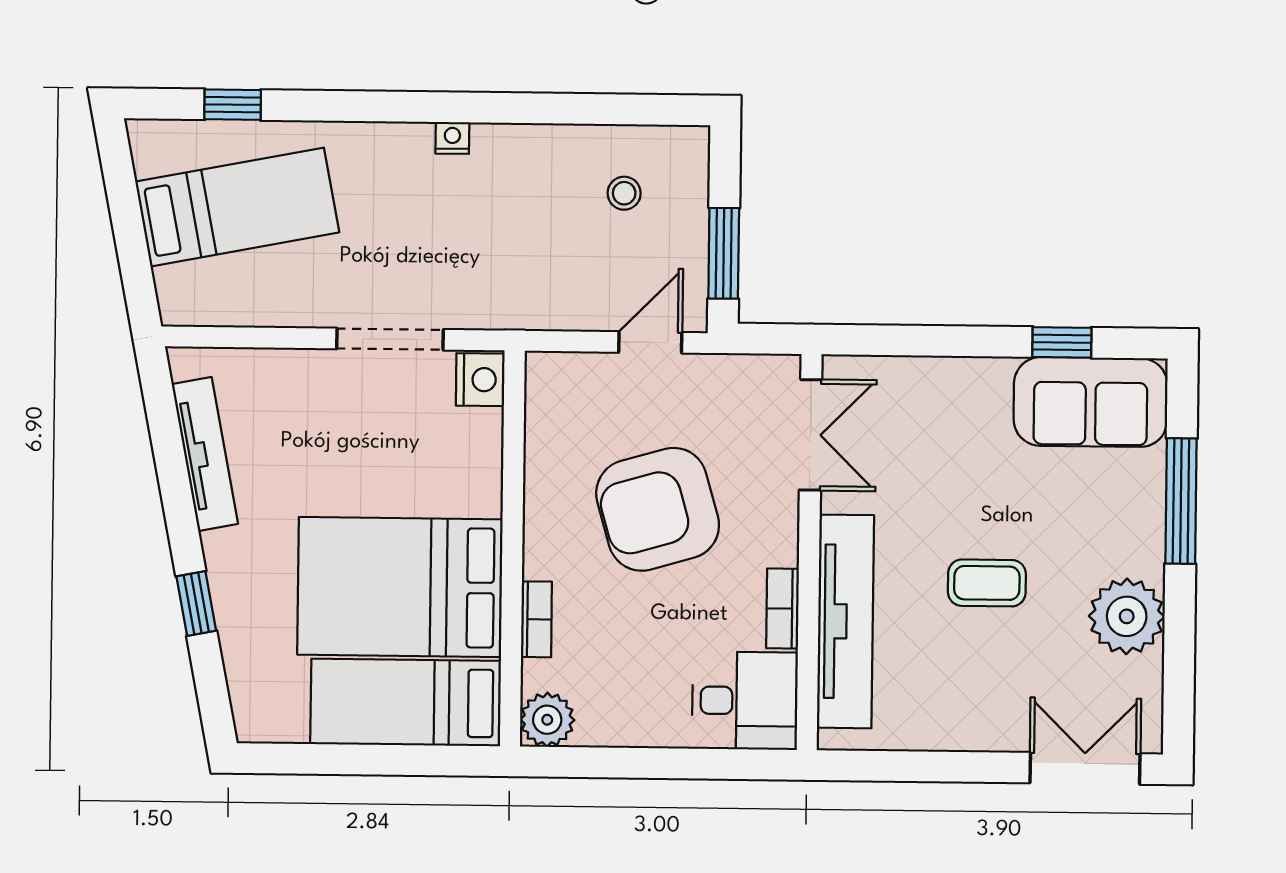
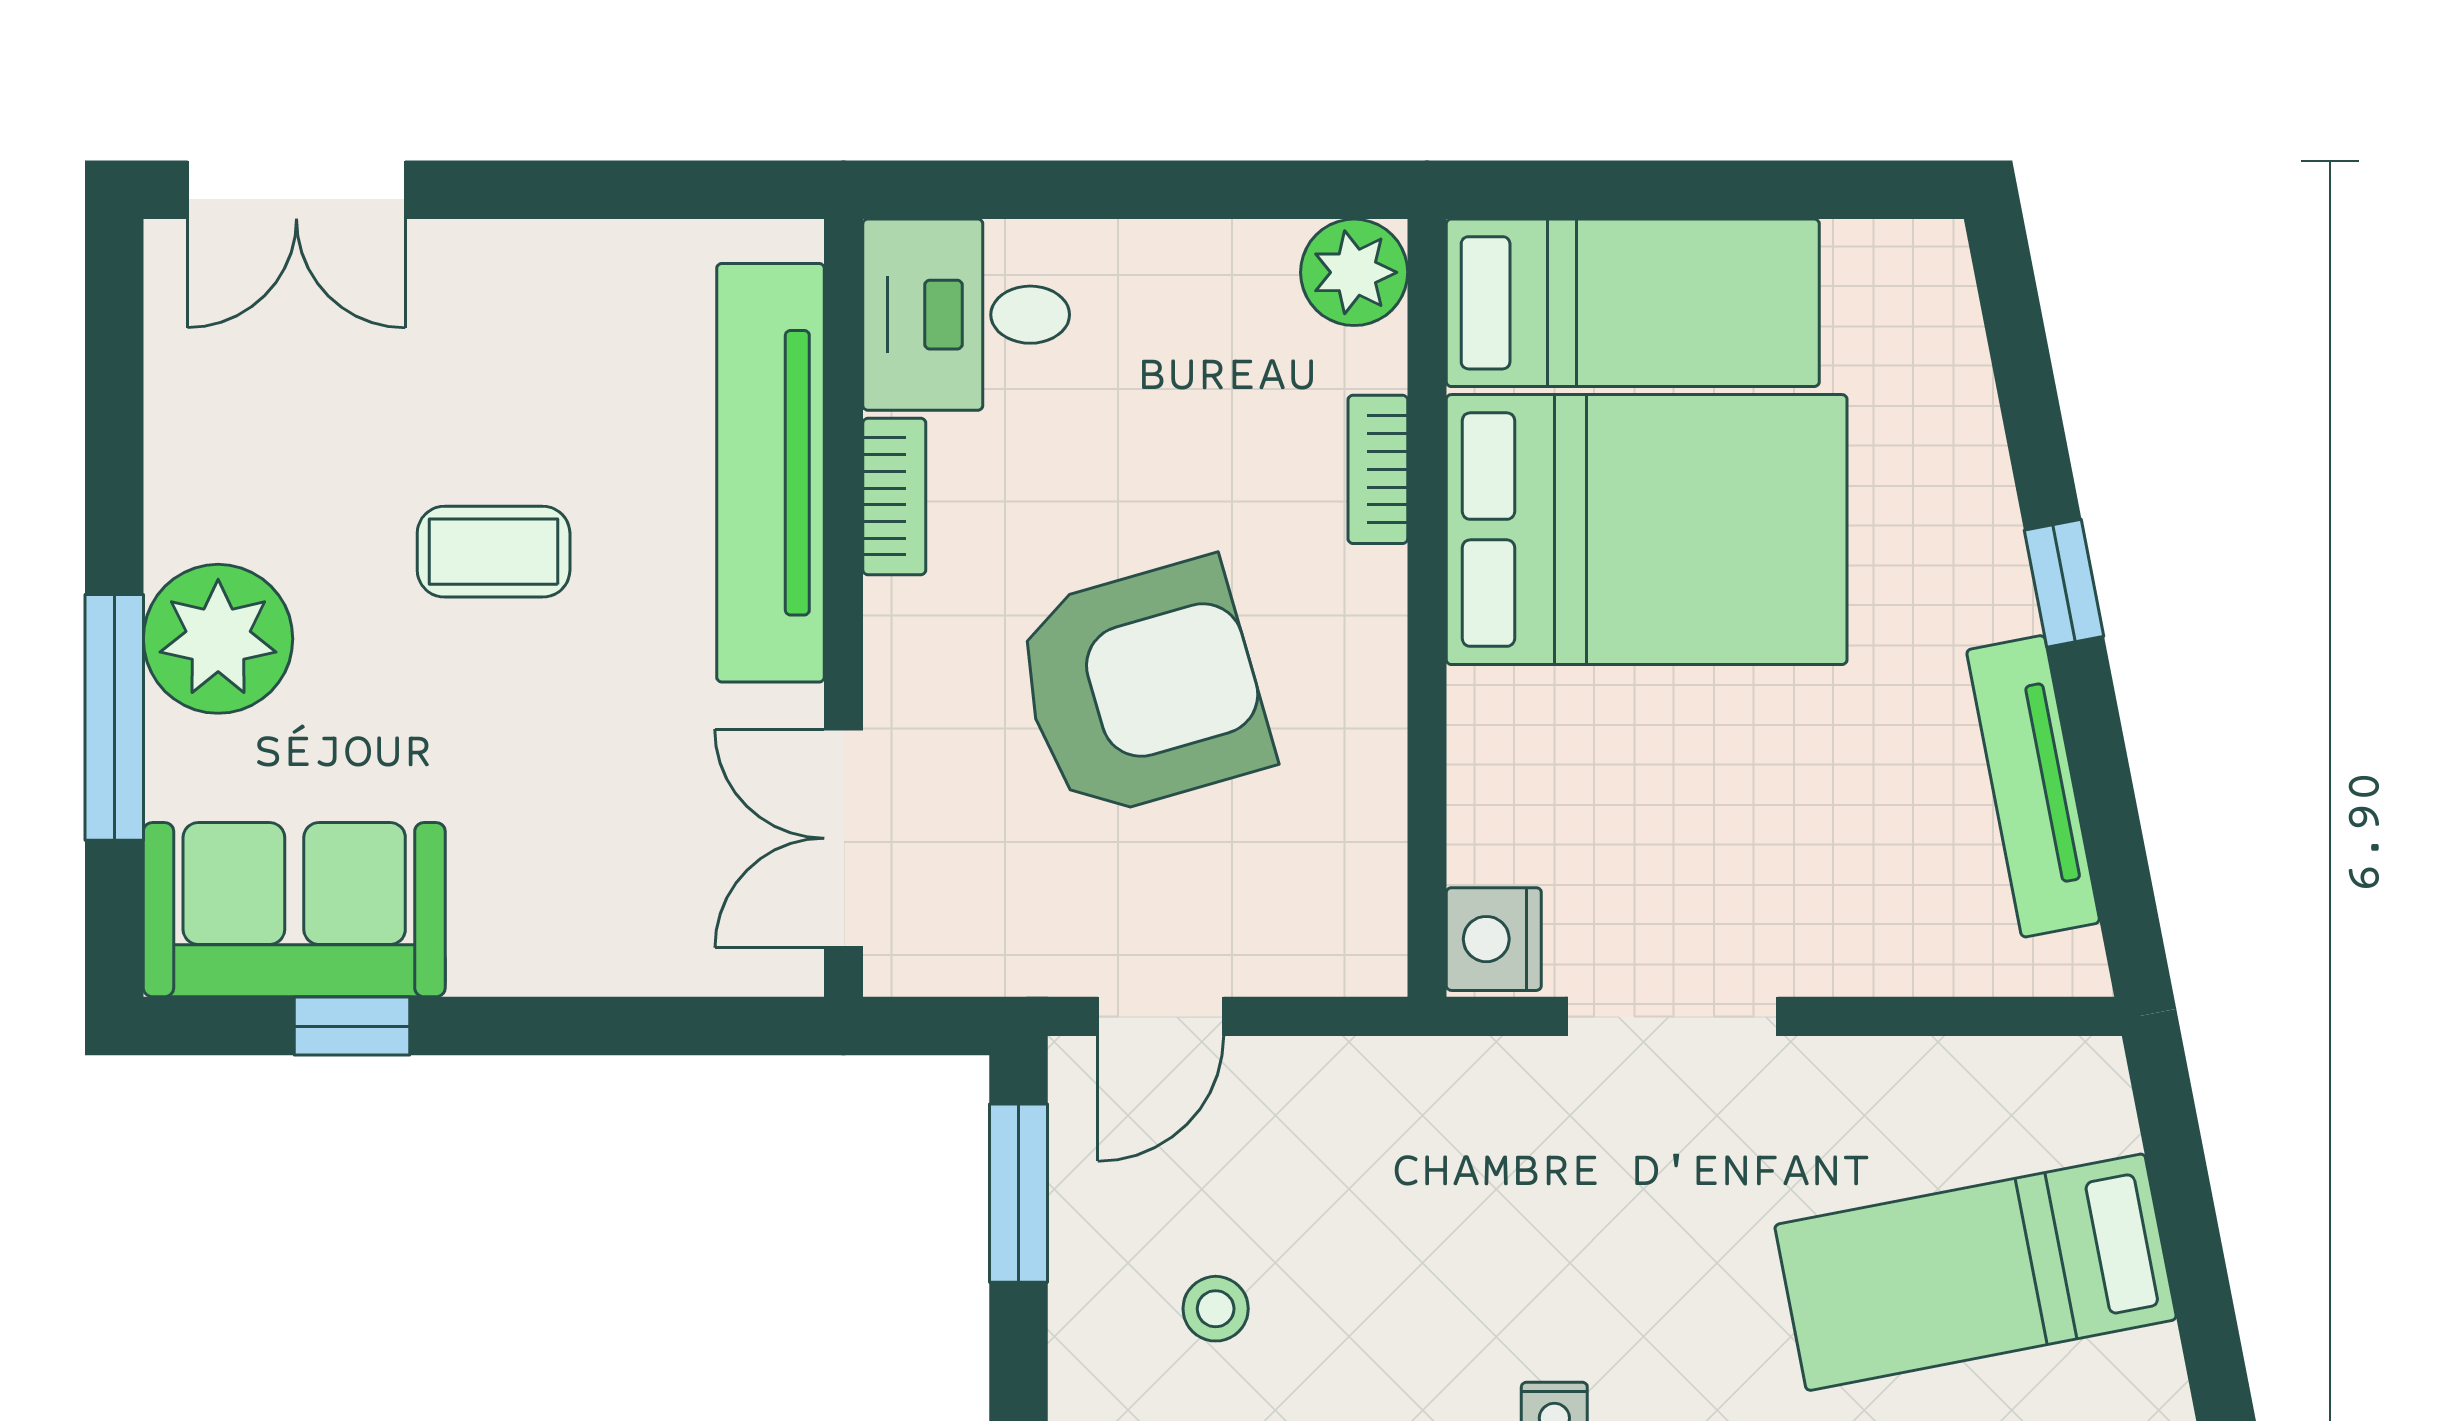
window: (196, 603) -> (2064, 583), moved
plant: (1127, 616) -> (218, 639), moved

